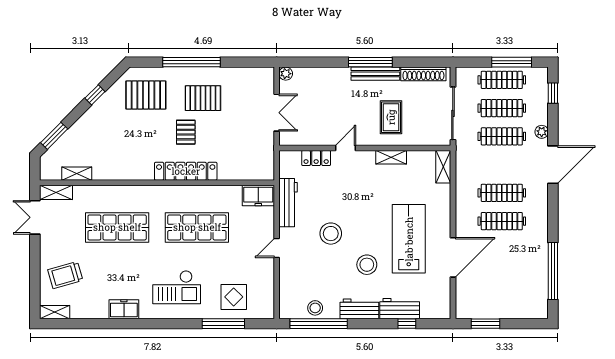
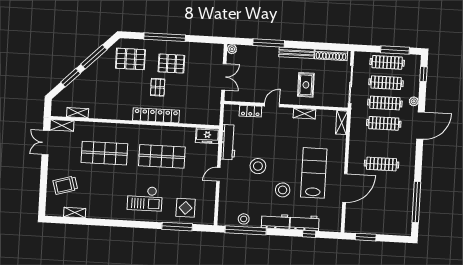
window: (370, 62) -> (269, 43), moved
window: (95, 95) -> (94, 57), width x2.17
window: (54, 136) -> (71, 78), moved
clothes rail: (502, 193) -> (384, 123), moved
freezer: (124, 309) -> (106, 212), removed
shelving: (55, 312) -> (75, 213), moved

